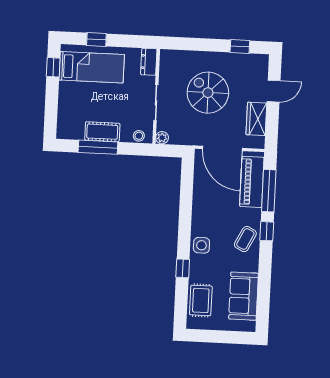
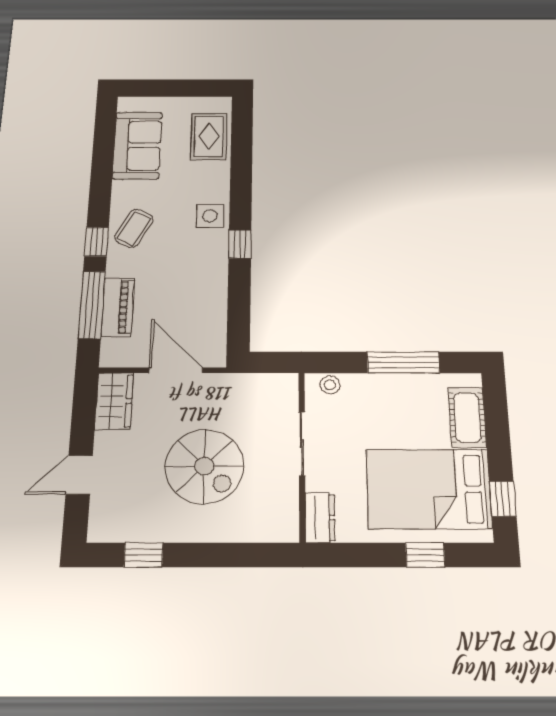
bed: (92, 67) -> (429, 489), width x1.50
wardrobe: (256, 119) -> (114, 401), moved
cot: (102, 132) -> (467, 417), moved, turned 90
plant: (162, 138) -> (287, 384), removed
door: (222, 148) -> (176, 370), width x0.73
piano: (252, 182) -> (118, 307), width x0.73, depth x0.75
window: (183, 268) -> (240, 244), moved

